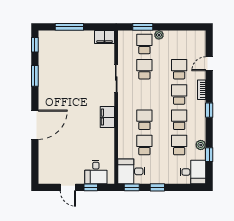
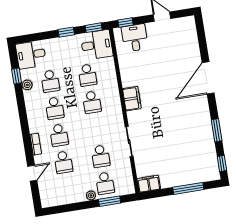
window: (209, 110) -> (24, 124), removed
window: (91, 187) -> (126, 23), moved

